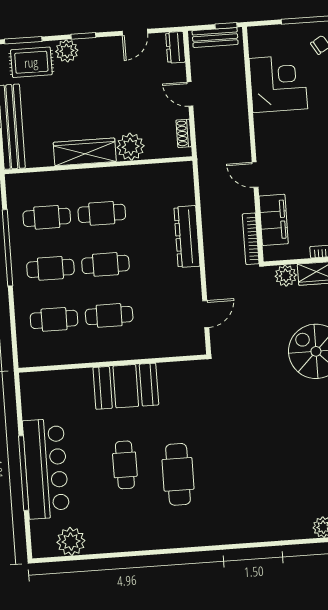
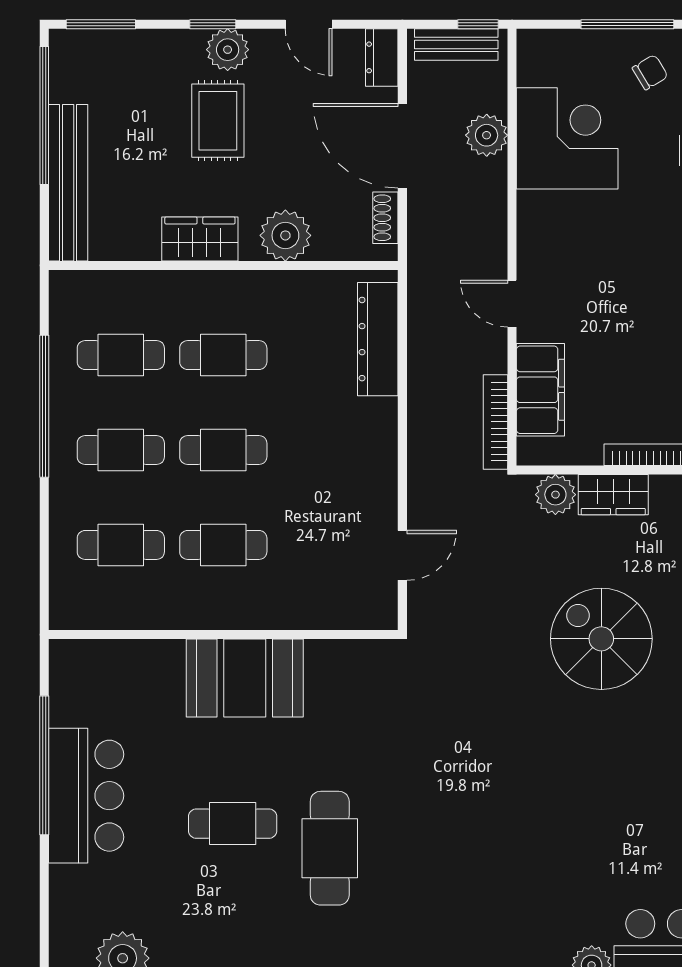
door: (135, 32) -> (309, 24), hinge flipped
plant: (67, 51) -> (228, 50), moved
rug: (31, 62) -> (218, 121), moved, turned 90
plant: (235, 85) -> (487, 135), added
door: (190, 94) -> (402, 146), width x1.88
wardrobe: (85, 152) -> (200, 239), width x0.67
dresser: (187, 237) -> (378, 339), moved
cafe table: (125, 465) -> (233, 824), turned 90
bar counter: (46, 469) -> (86, 796), width x0.73
window: (24, 473) -> (44, 765), moved

